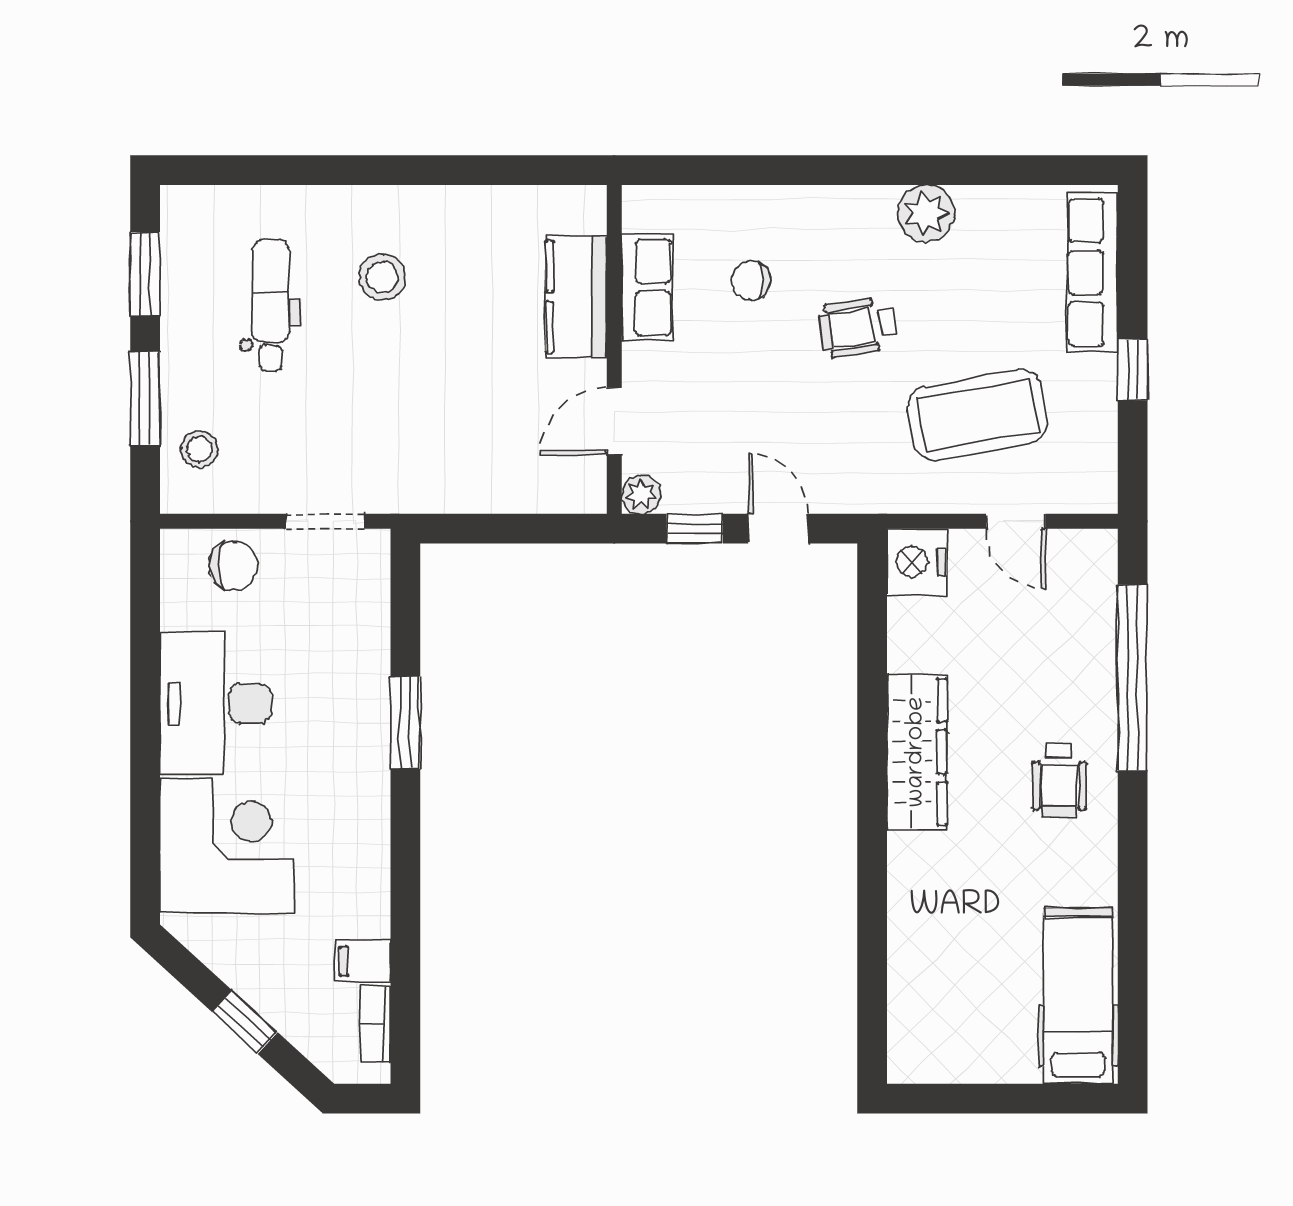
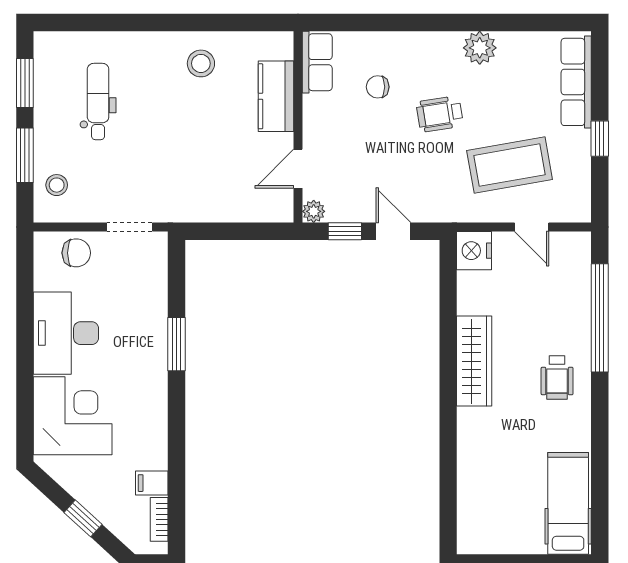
stool: (382, 277) -> (201, 63), moved
row of seats: (647, 287) -> (317, 62), moved

